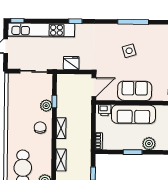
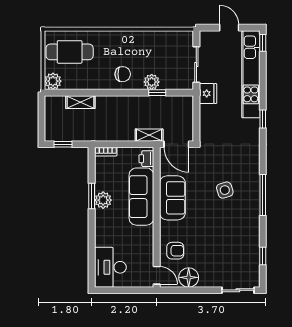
fridge: (71, 63) -> (208, 94), moved
shelving: (61, 128) -> (149, 135), moved
plant: (149, 144) -> (103, 200), moved

